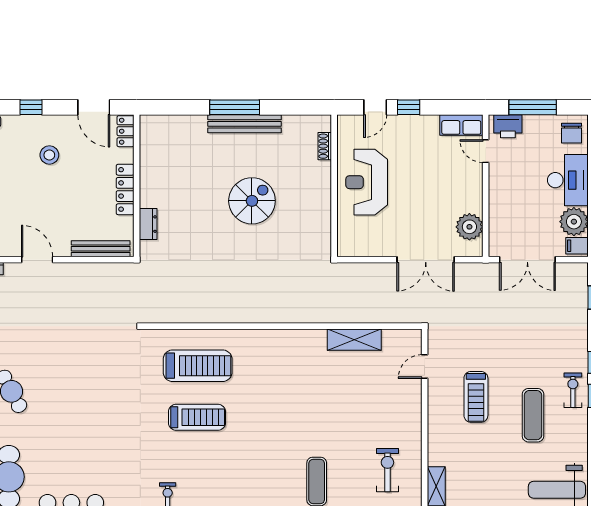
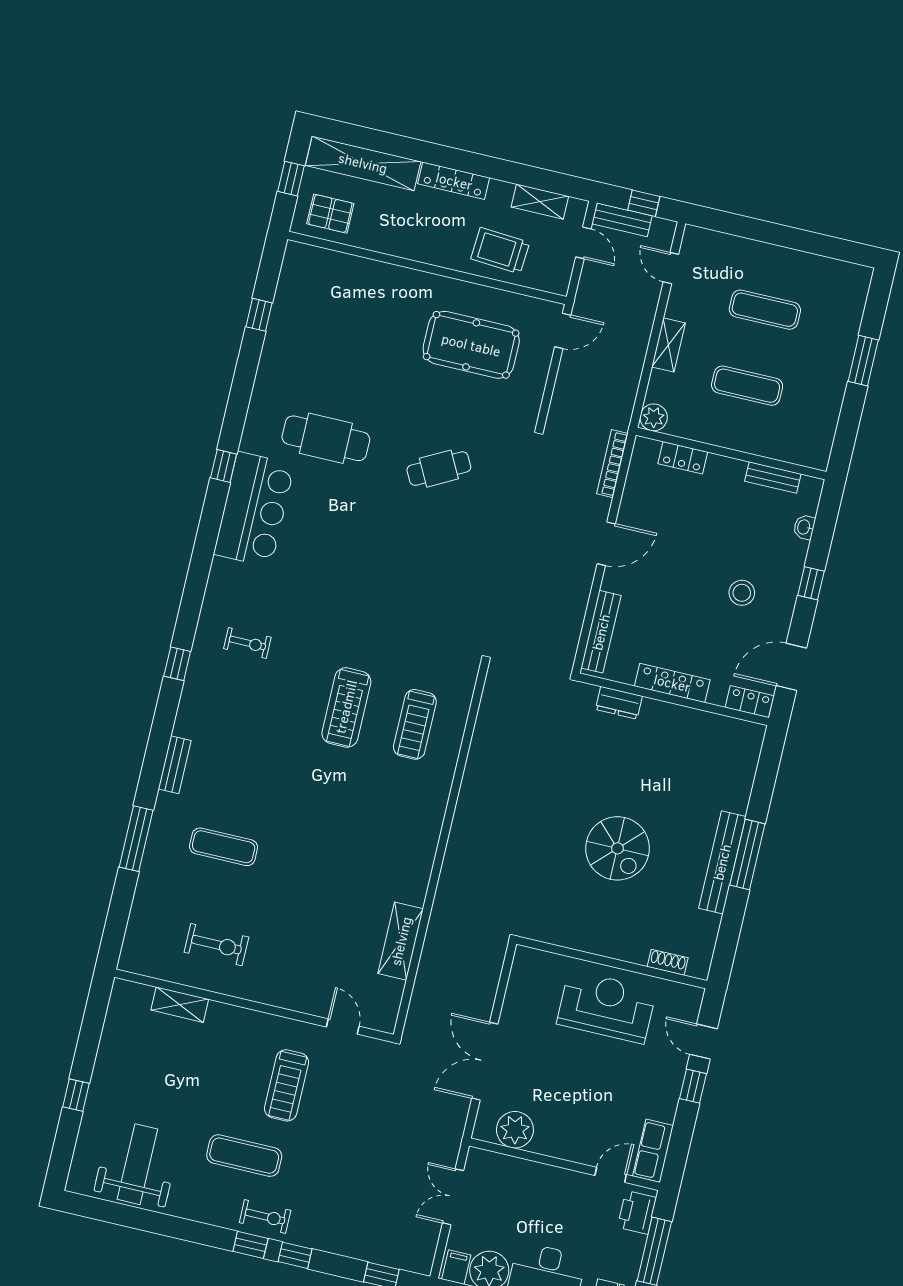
double door: (527, 260) -> (453, 1197), width x0.73
treadmill: (198, 366) -> (415, 724), width x0.73, depth x0.73
treadmill: (476, 397) -> (287, 1085), turned -90

